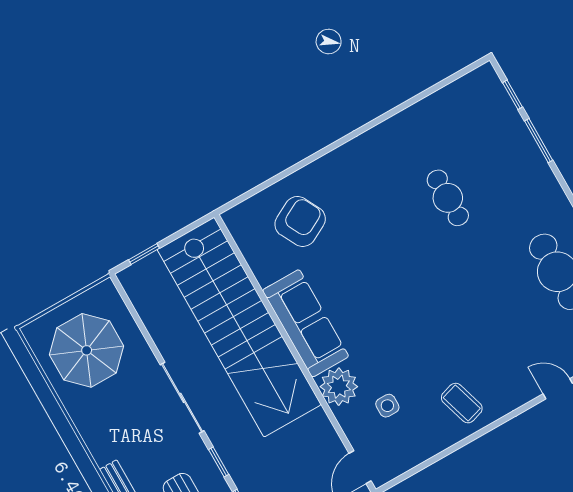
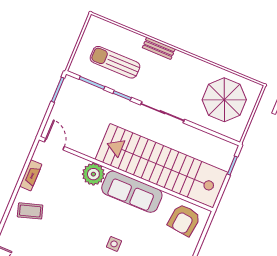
armchair: (300, 221) -> (184, 220), moved, turned 35
side table: (387, 406) -> (114, 244), moved
fireplace: (424, 450) -> (31, 175), added

